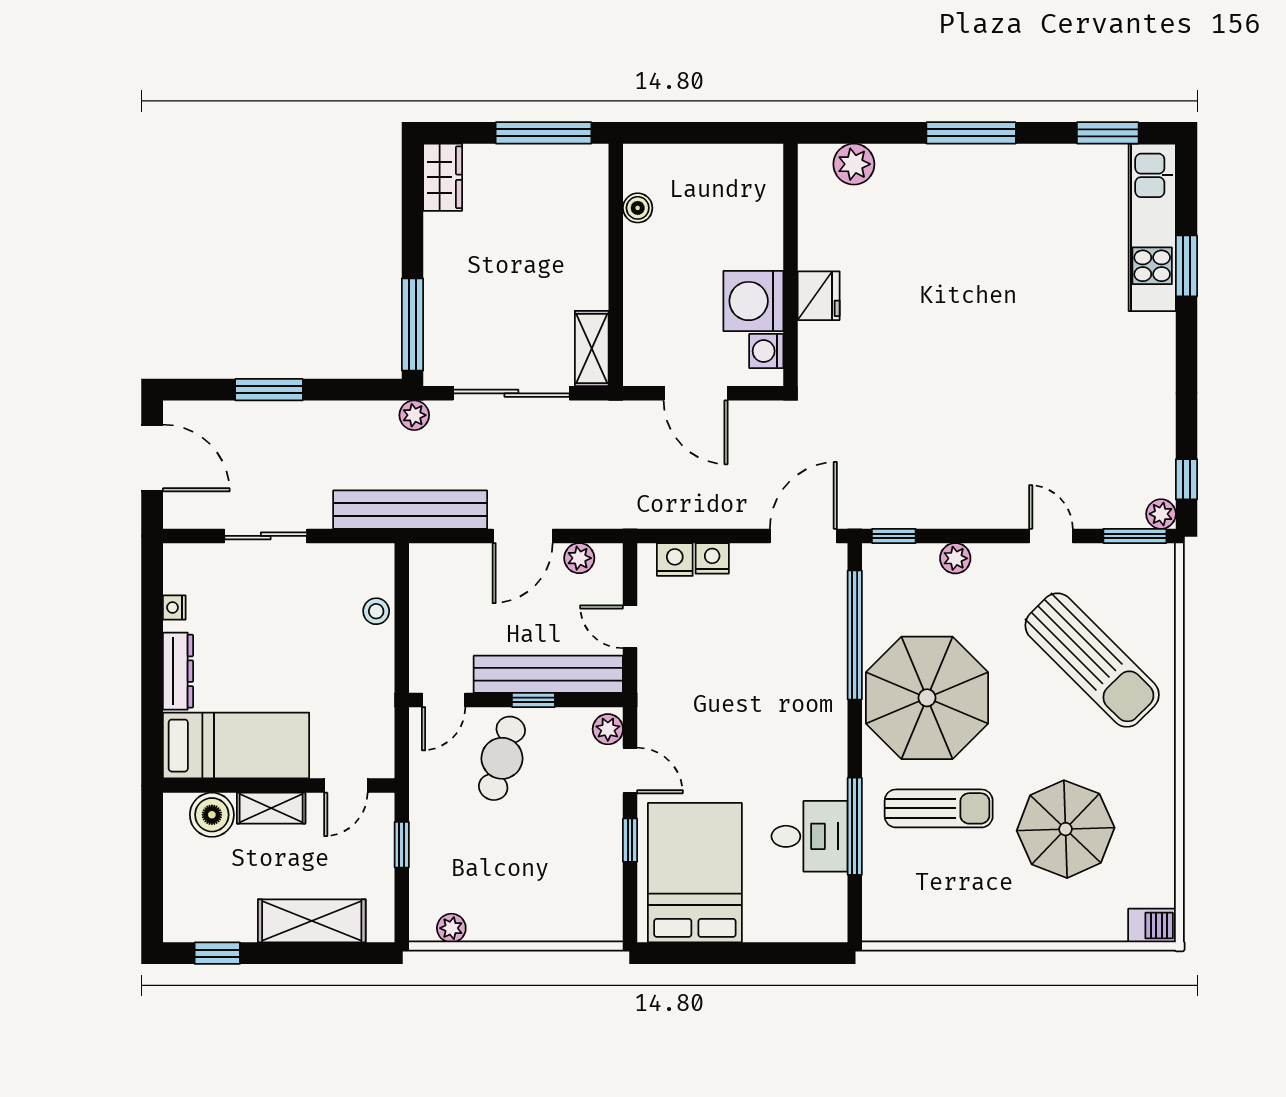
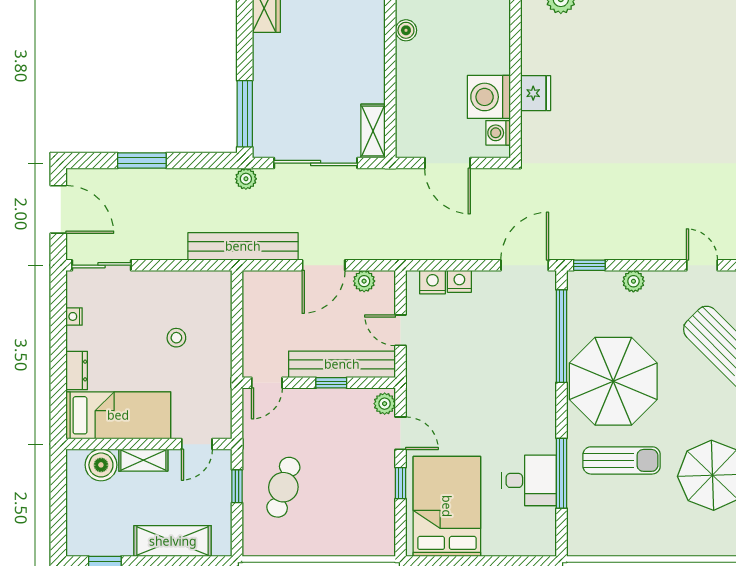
sliding door: (266, 536) -> (101, 265), moved
stool: (376, 611) -> (176, 338), moved
dresser: (178, 671) -> (77, 371), width x0.70
cafe table: (502, 758) -> (283, 487), moved
plant: (451, 928) -> (272, 546), removed

